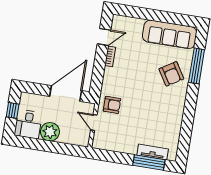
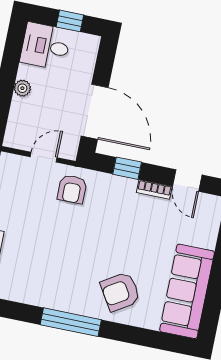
window: (197, 66) -> (71, 322), moved
window: (98, 73) -> (127, 168), added
plant: (50, 132) -> (22, 88), width x0.53, depth x0.53

